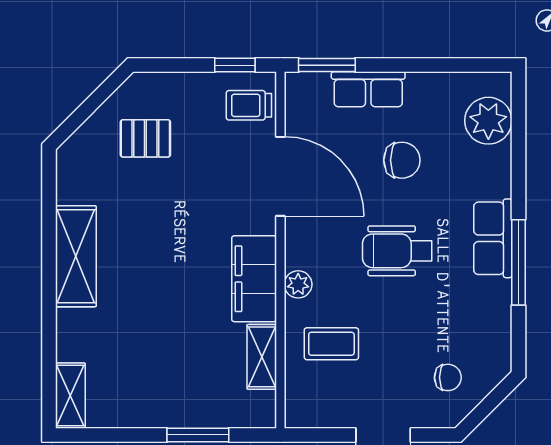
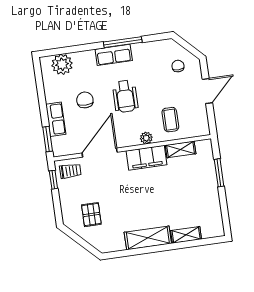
trolley: (249, 105) -> (70, 171), turned -90
shelving: (70, 396) -> (186, 235), moved

